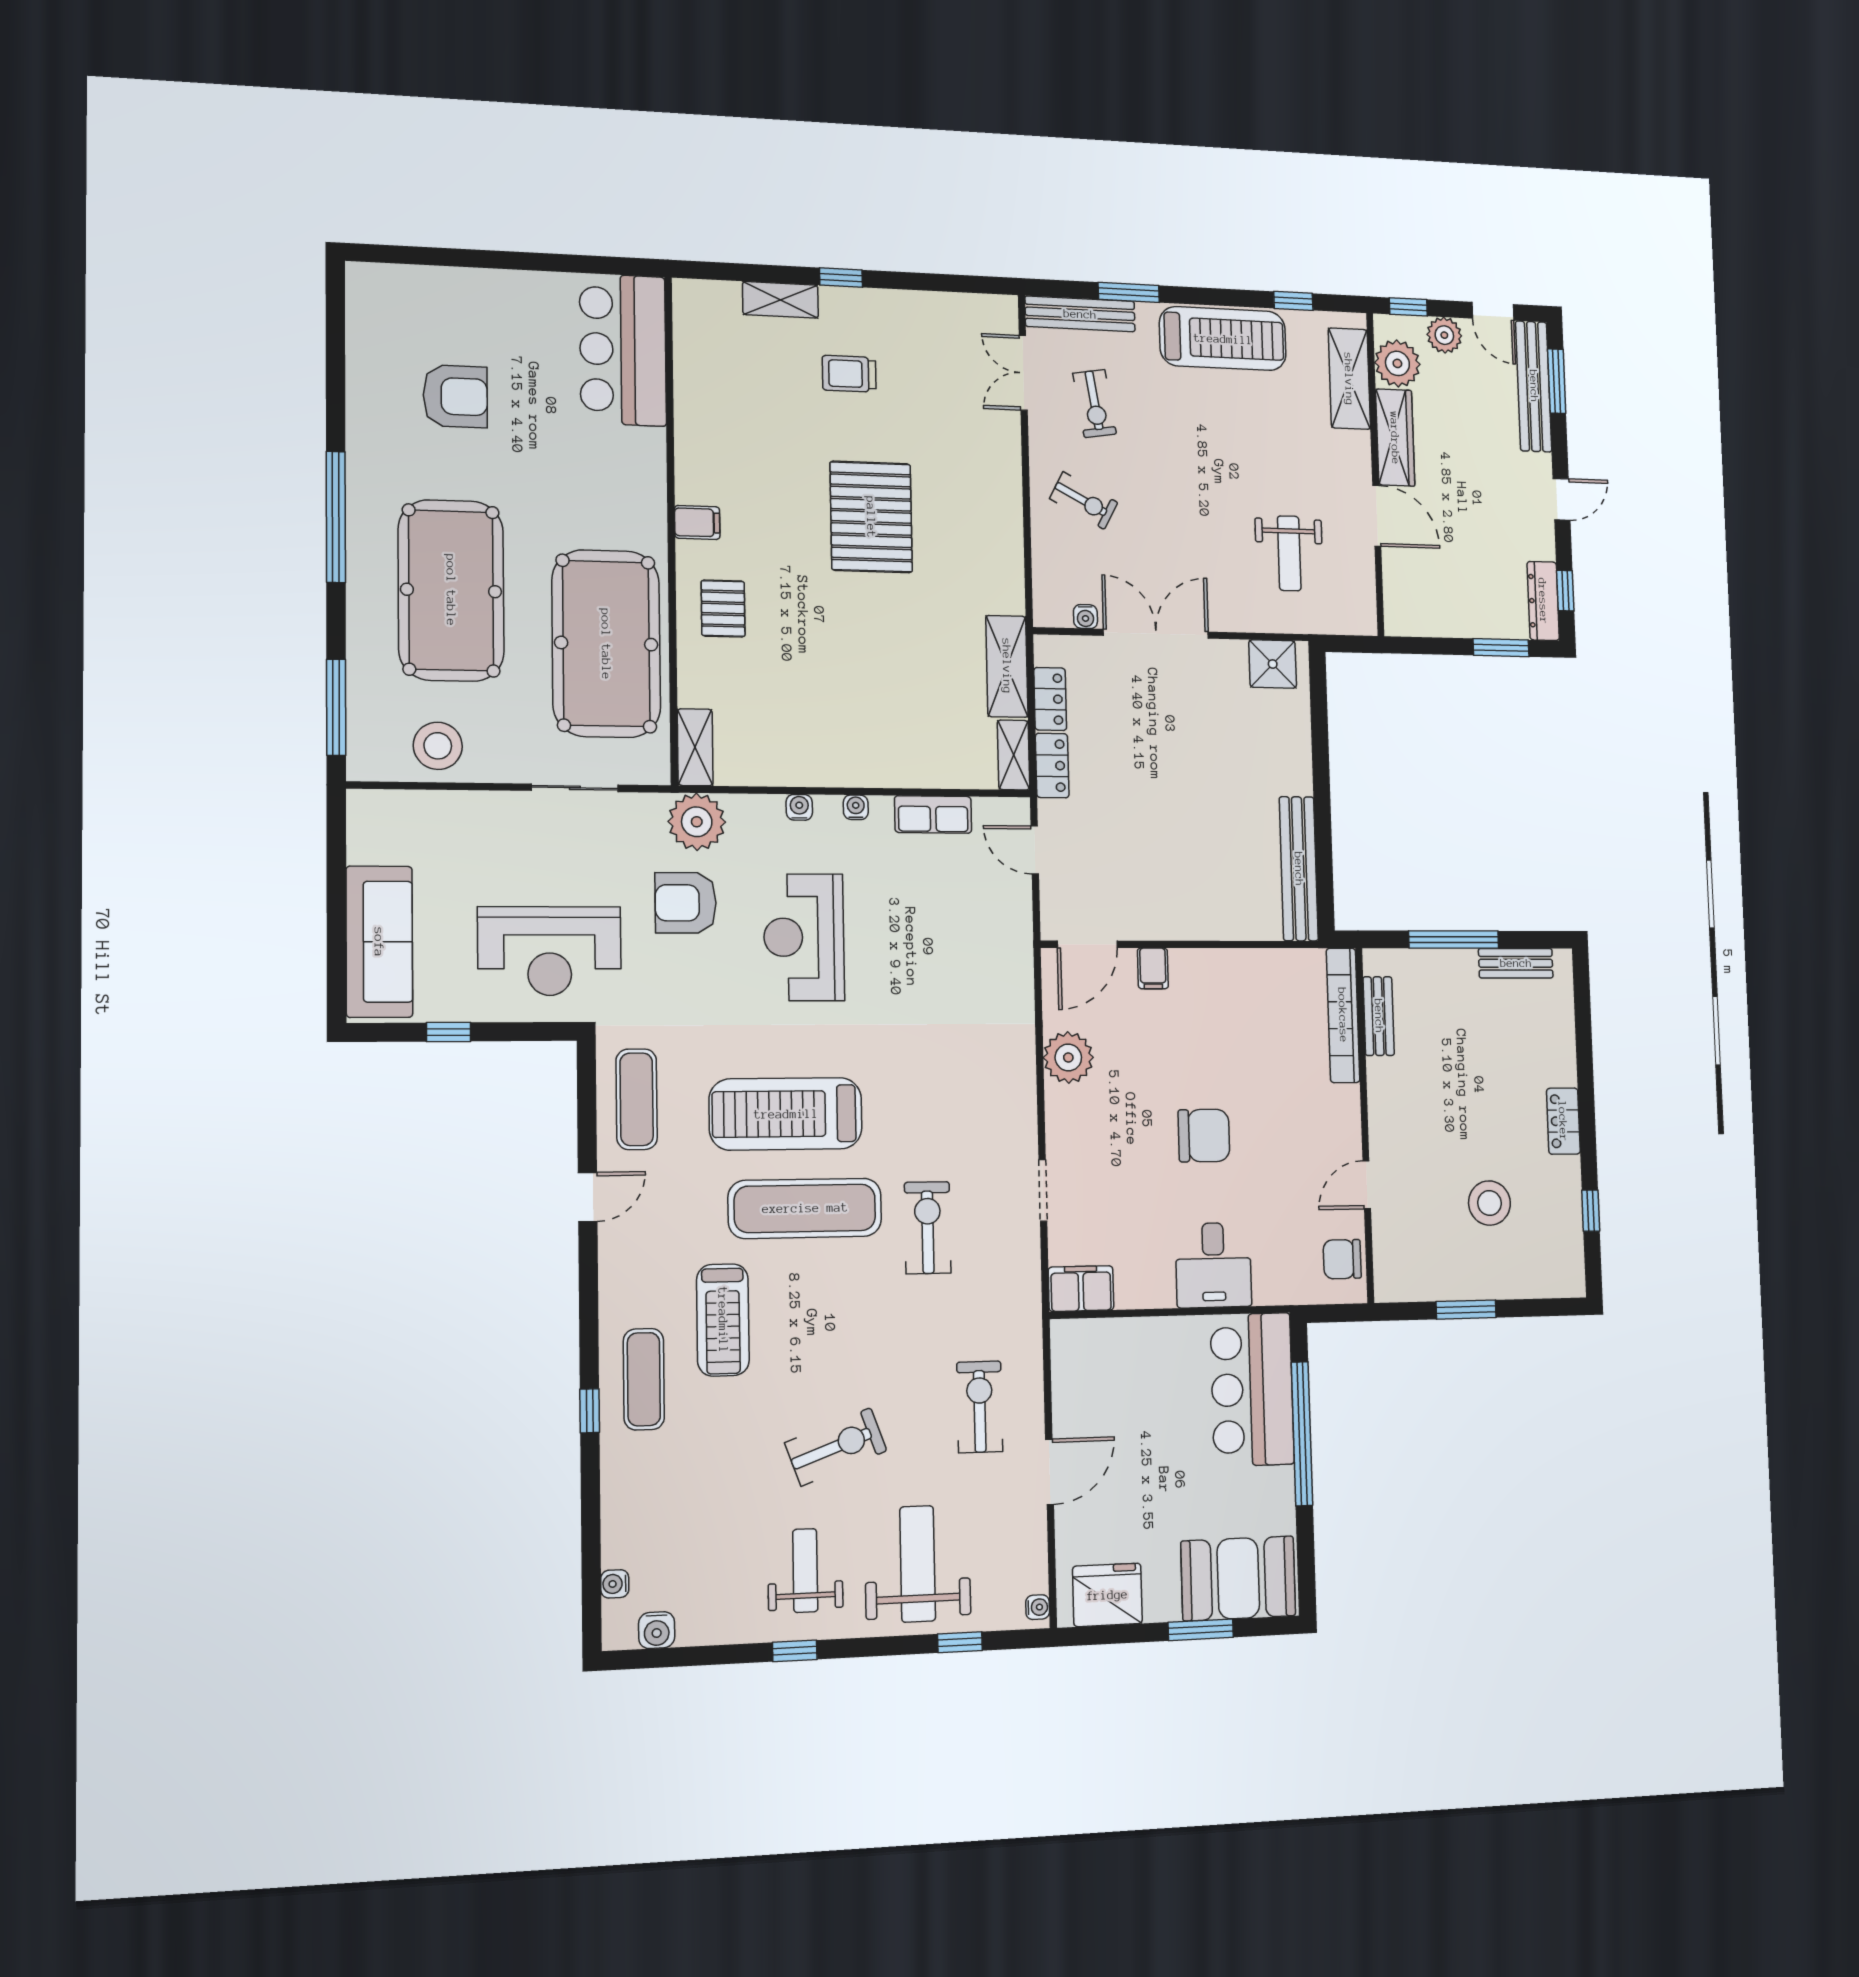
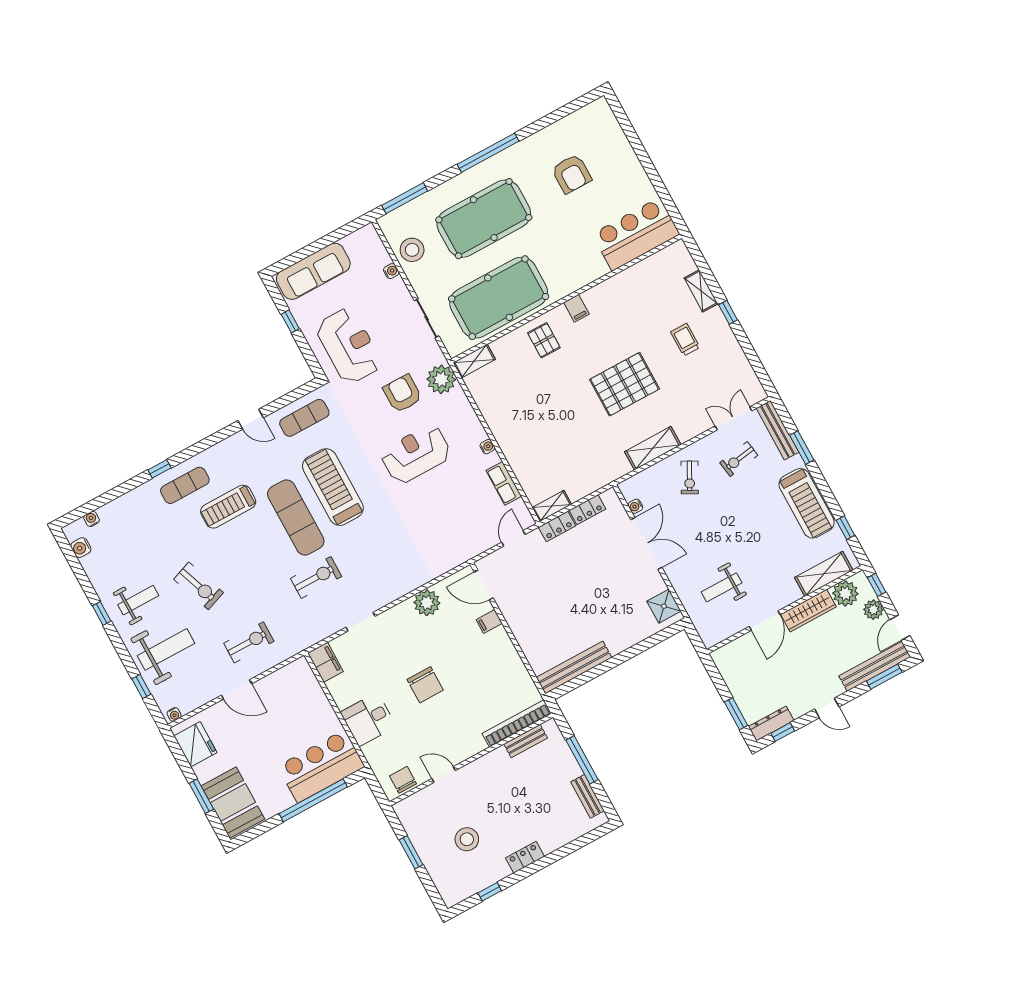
pallet: (723, 609) -> (544, 340), turned 90
shelving: (1007, 666) -> (653, 448), moved
water cooler: (799, 807) -> (391, 271), moved
reception desk: (550, 951) -> (349, 346), turned 180

